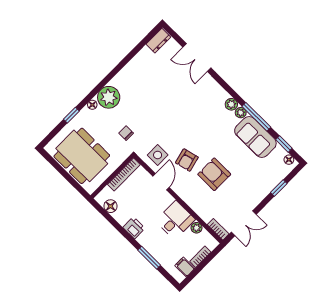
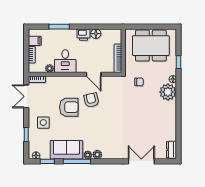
side table: (158, 155) -> (43, 123), moved
floor lamp: (110, 206) -> (96, 34), moved

